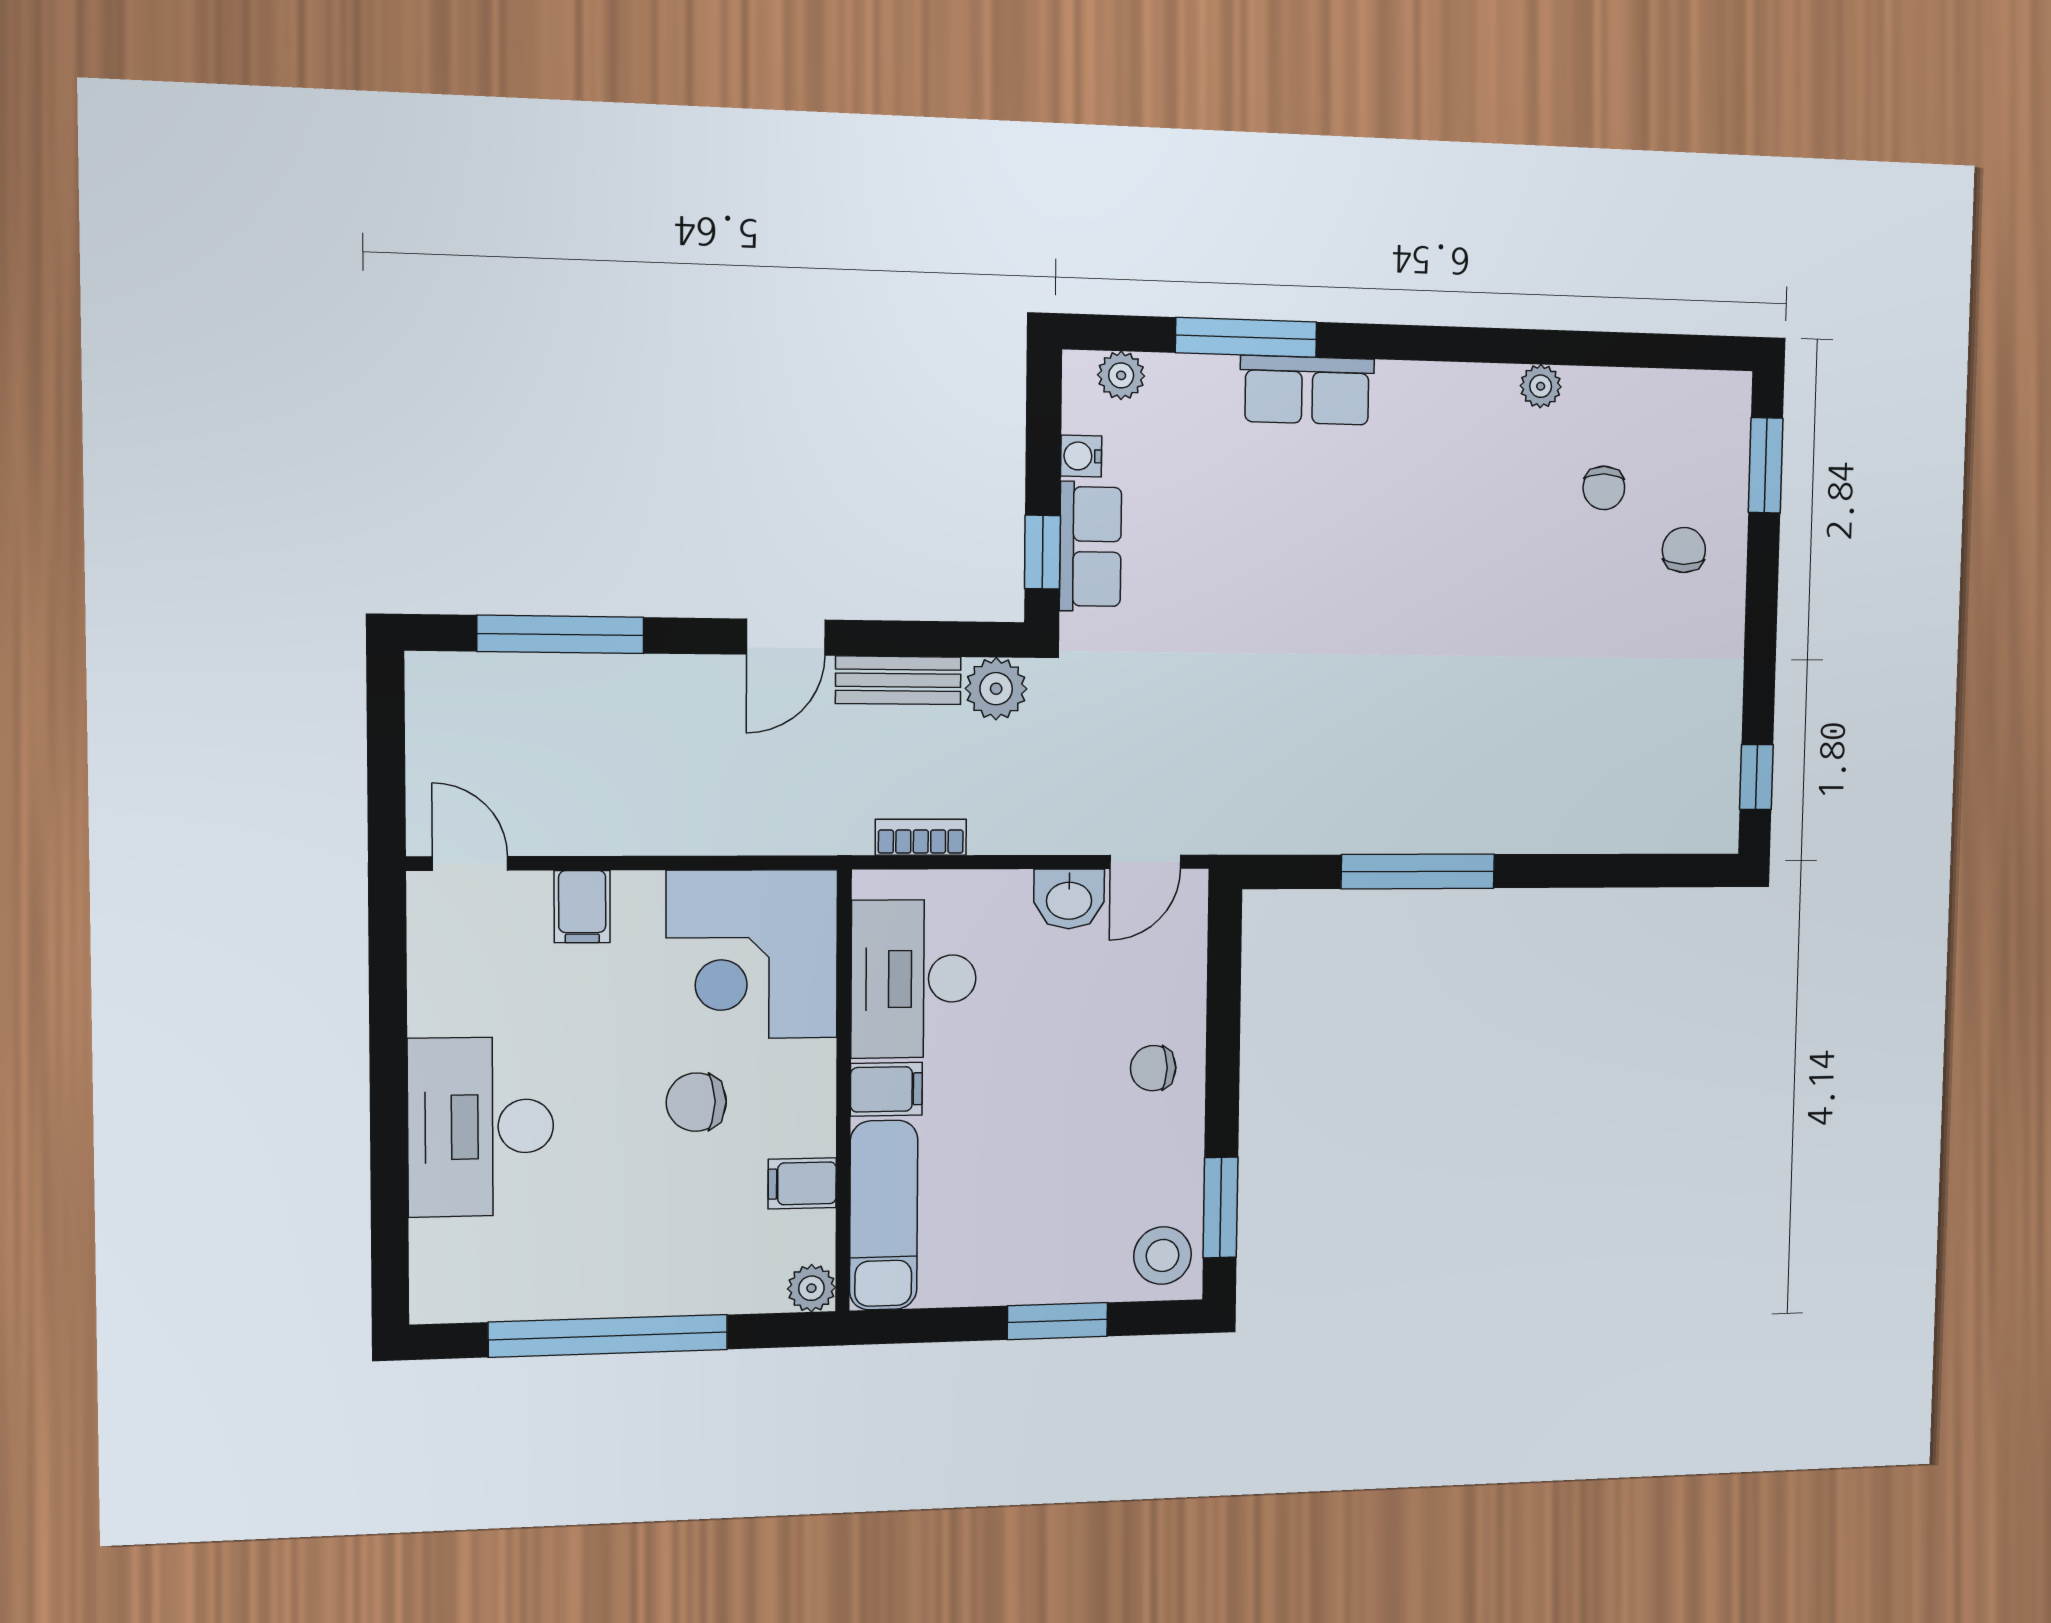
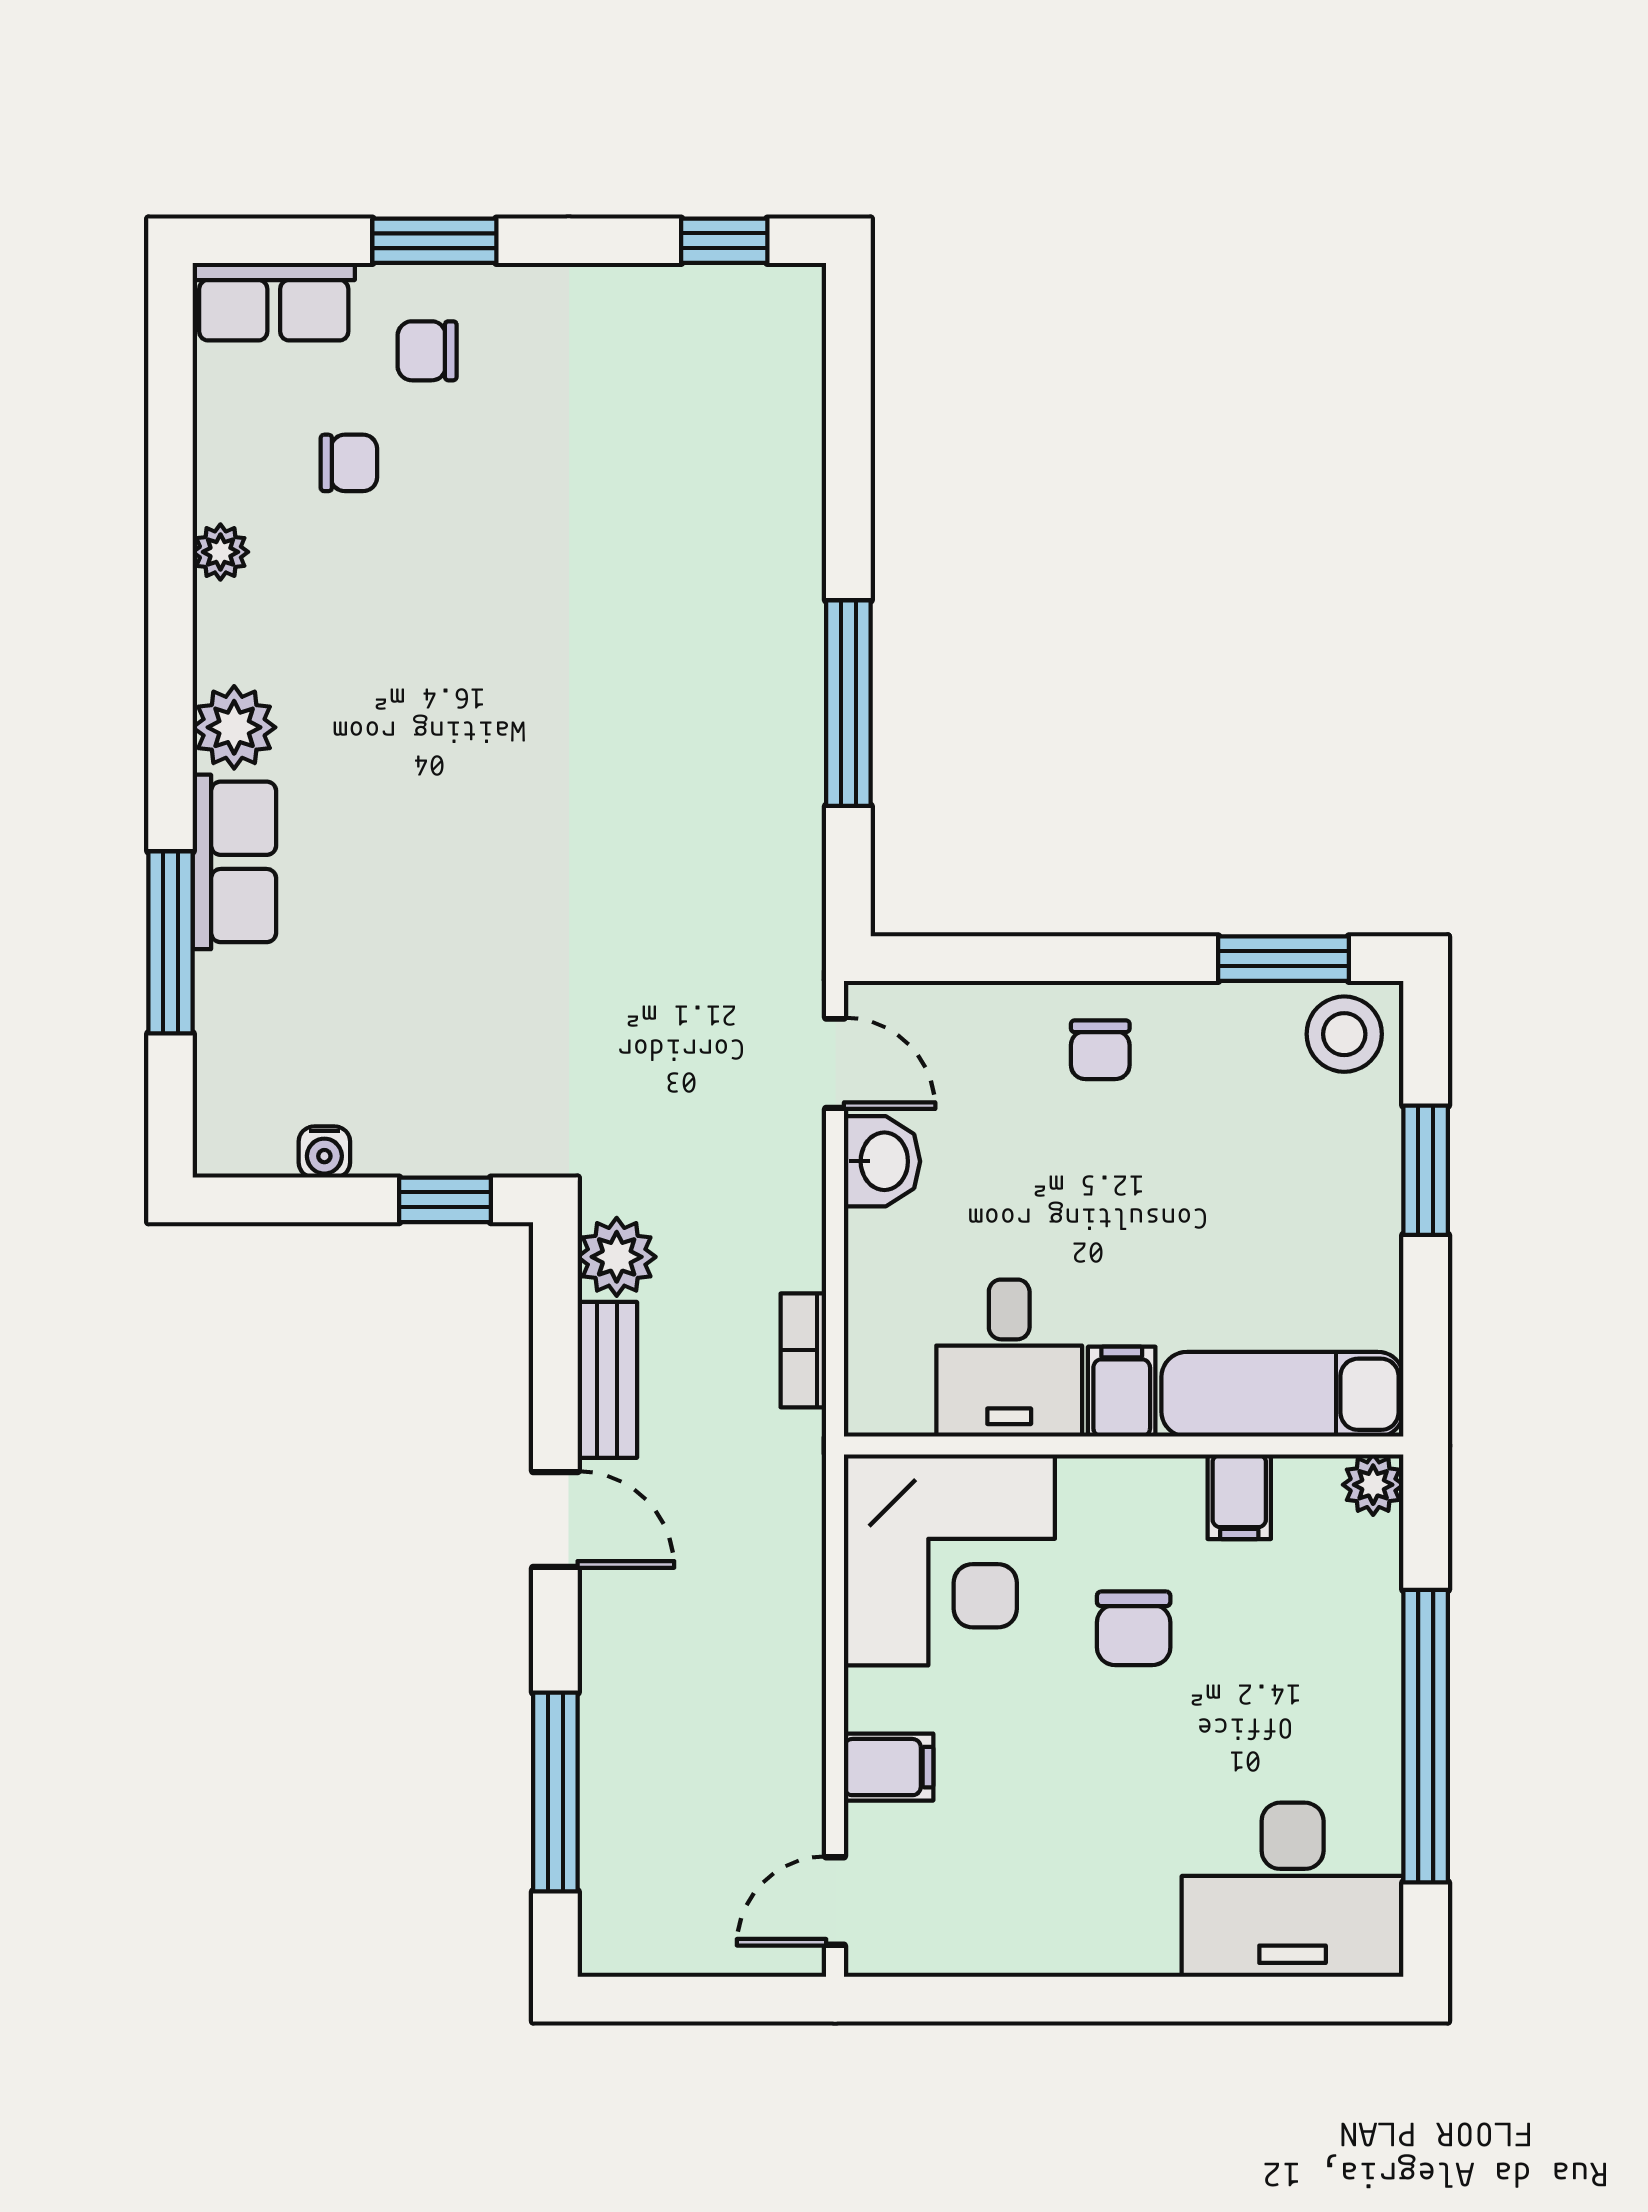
plant: (1121, 375) -> (234, 727), moved, width x1.38, depth x1.38
window: (1766, 465) -> (434, 241), moved
row of seats: (1090, 547) -> (274, 302), moved, turned 180
desk: (914, 979) -> (1009, 1358), width x0.73
desk: (481, 1127) -> (1293, 1890), moved

